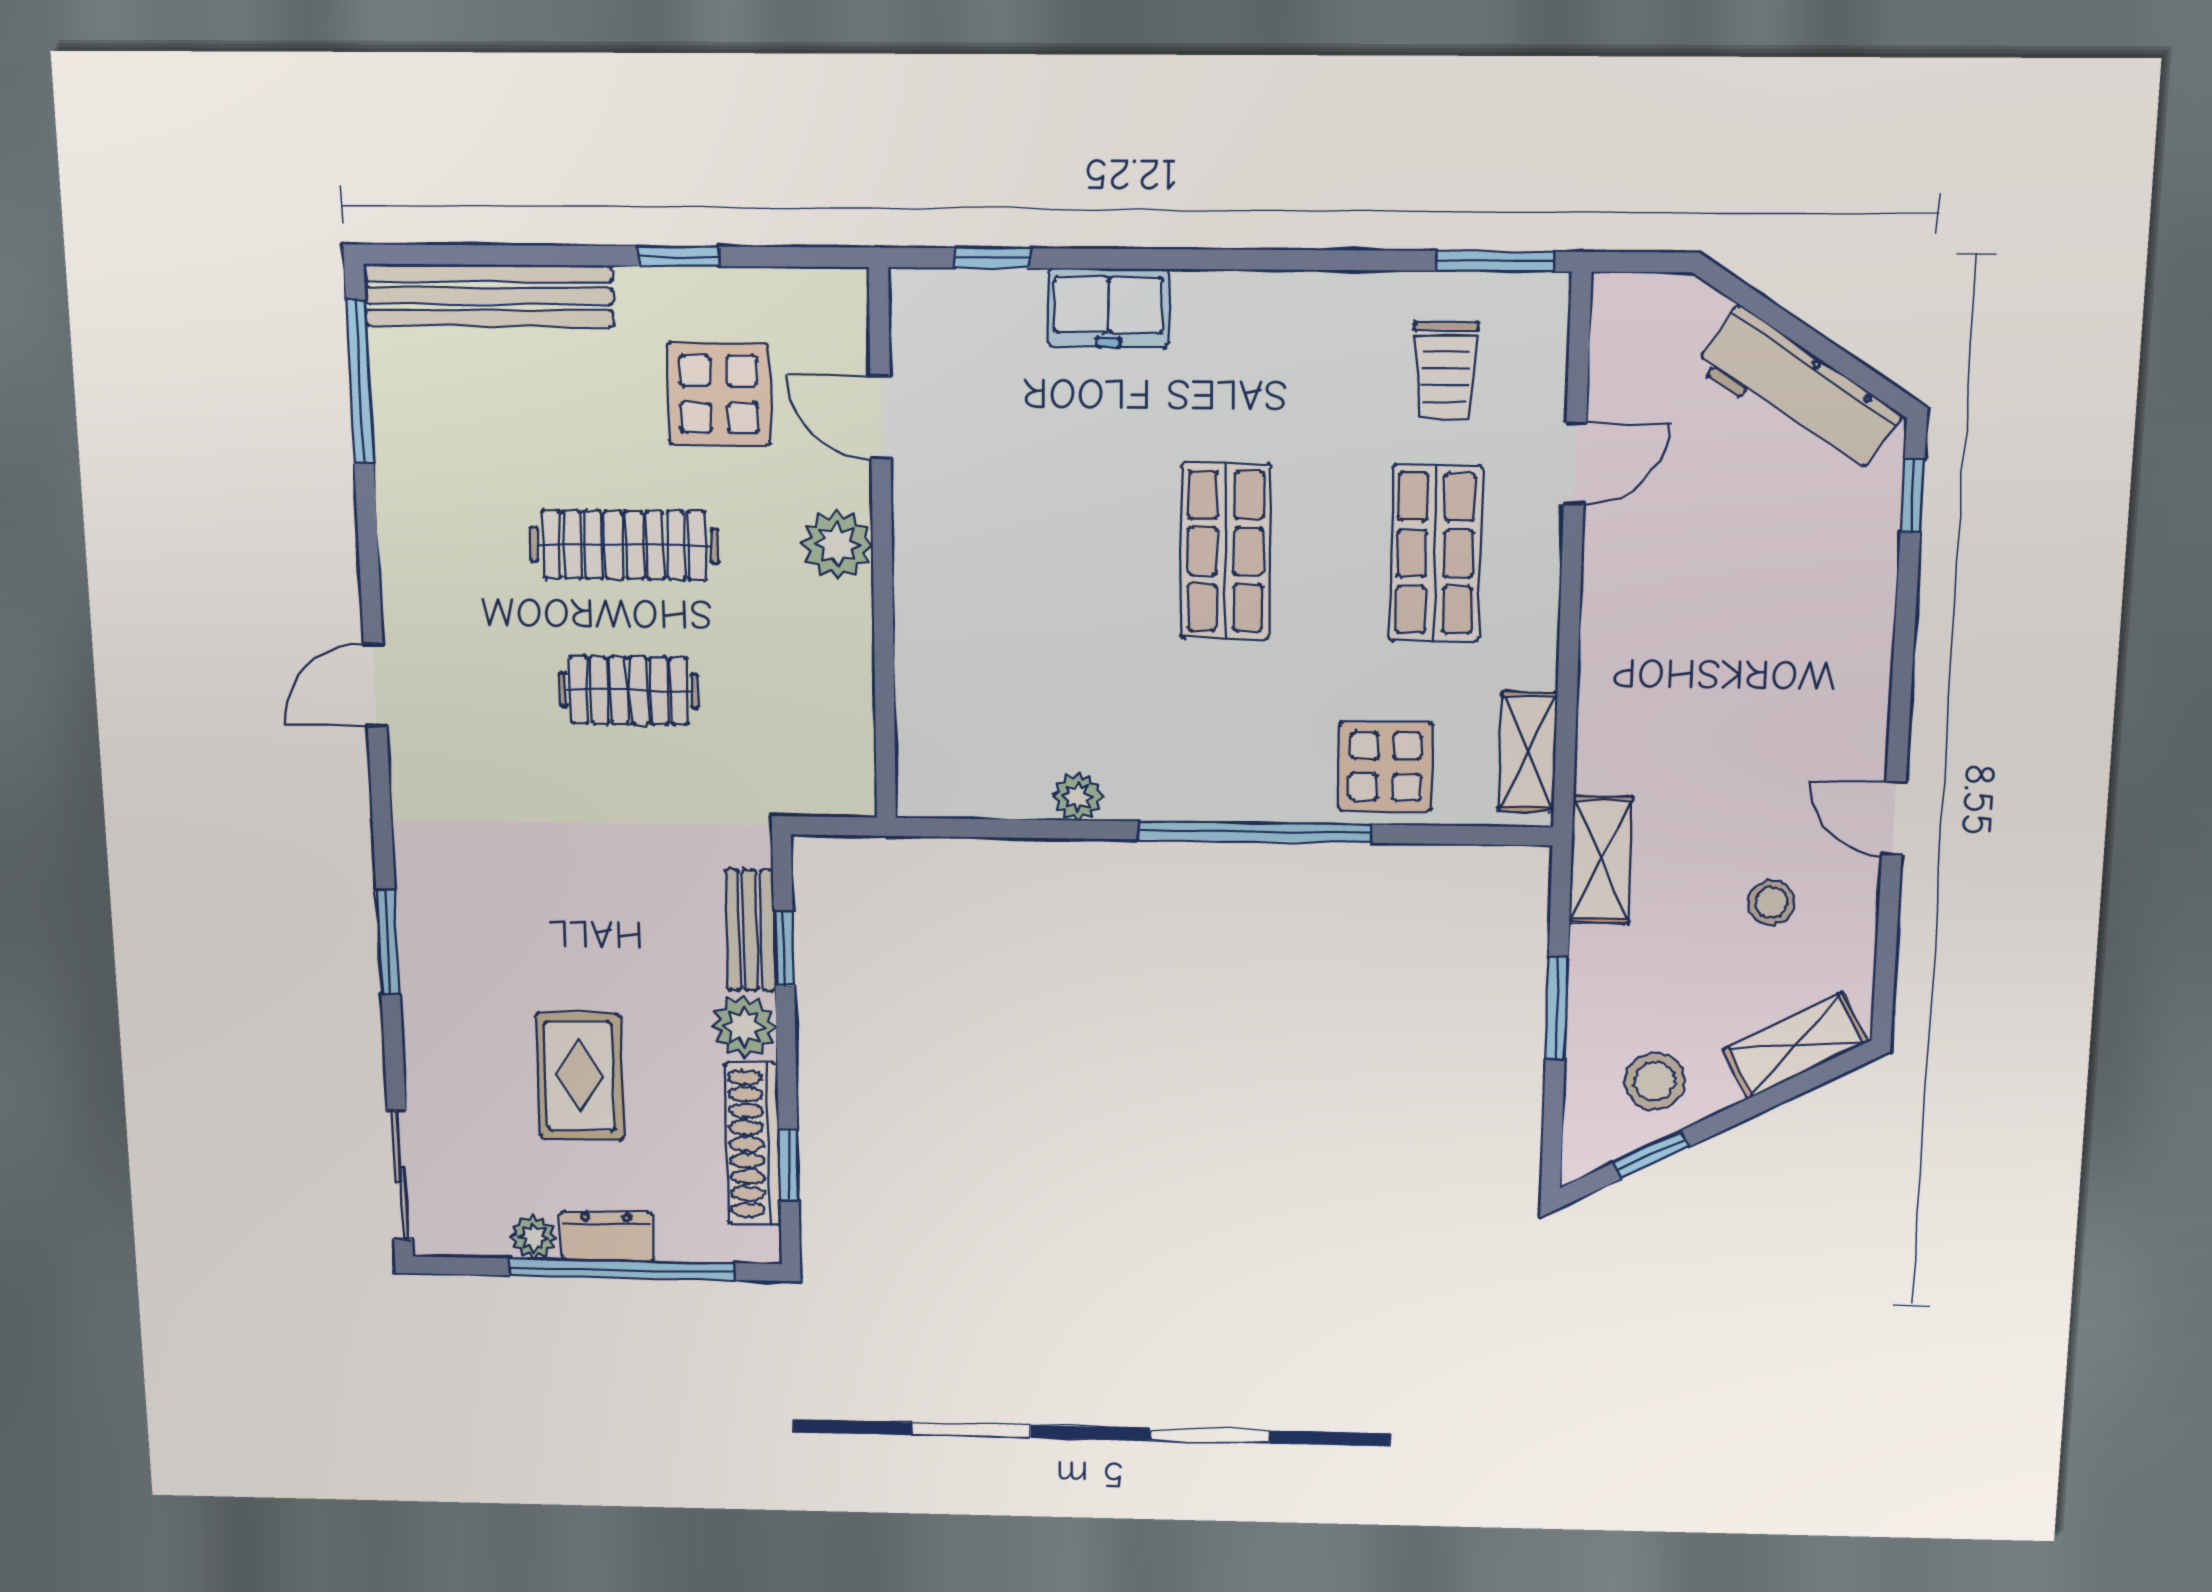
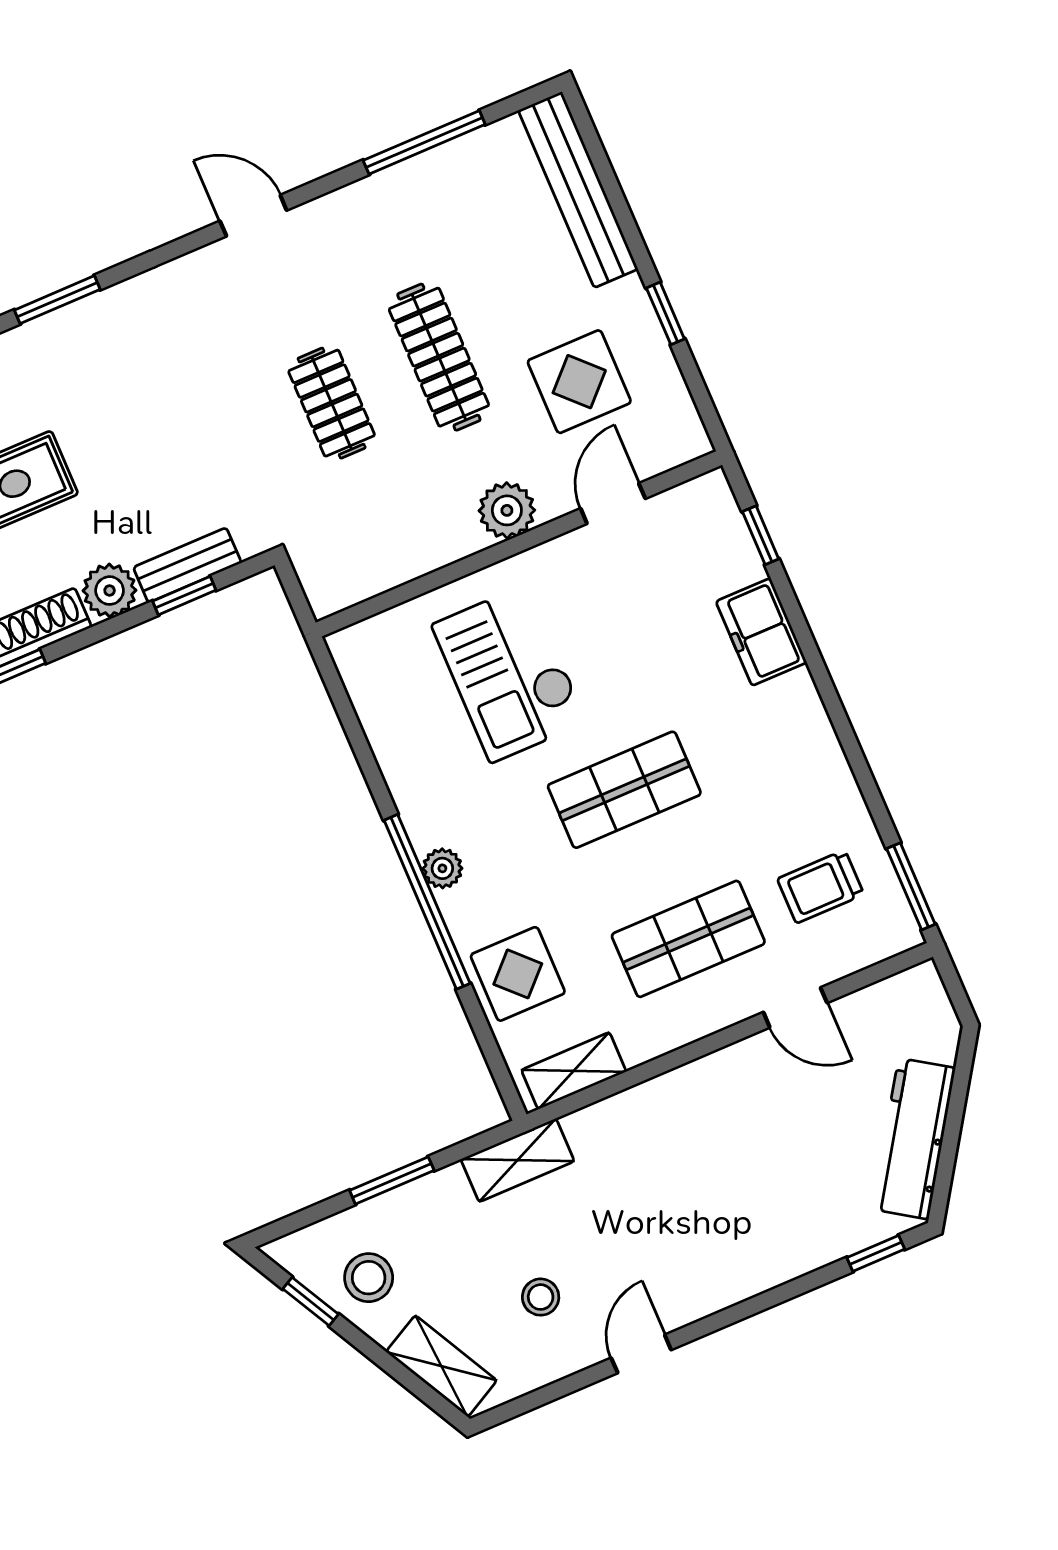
window: (360, 382) -> (424, 142), moved
checkout: (1030, 625) -> (509, 673), added
plant: (1078, 796) -> (442, 868), moved

